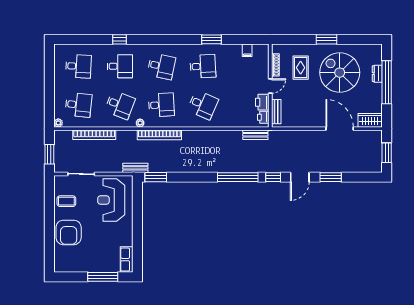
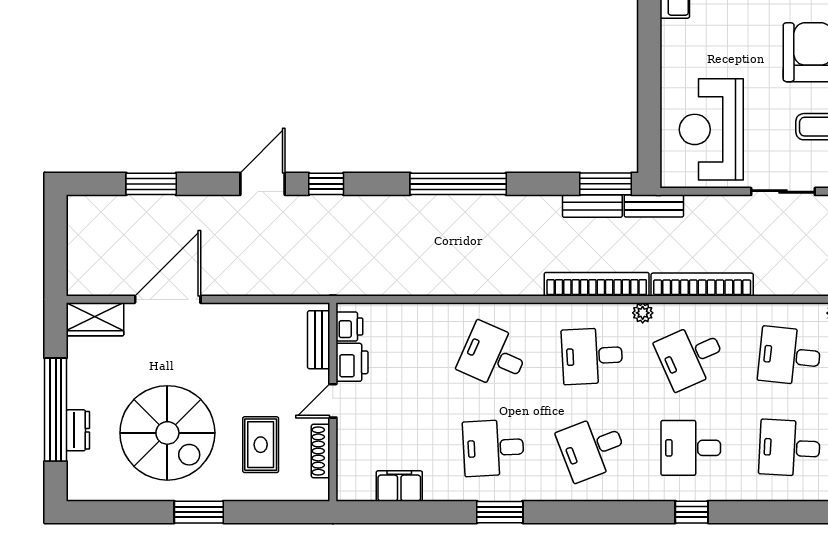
window: (212, 39) -> (500, 512), moved
filing cabinet: (247, 50) -> (399, 486), width x2.00
desk: (161, 66) -> (592, 448), turned -33
desk: (120, 105) -> (691, 356), turned -45
door: (340, 129) -> (168, 299), swing flipped
bookcase: (94, 135) -> (702, 285), moved
bench: (255, 135) -> (592, 206), moved
window: (387, 153) -> (56, 242), removed
window: (238, 177) -> (458, 184), moved
window: (331, 177) -> (151, 184), moved
reception desk: (111, 200) -> (711, 129), turned 180

